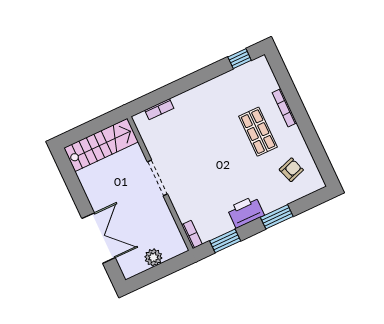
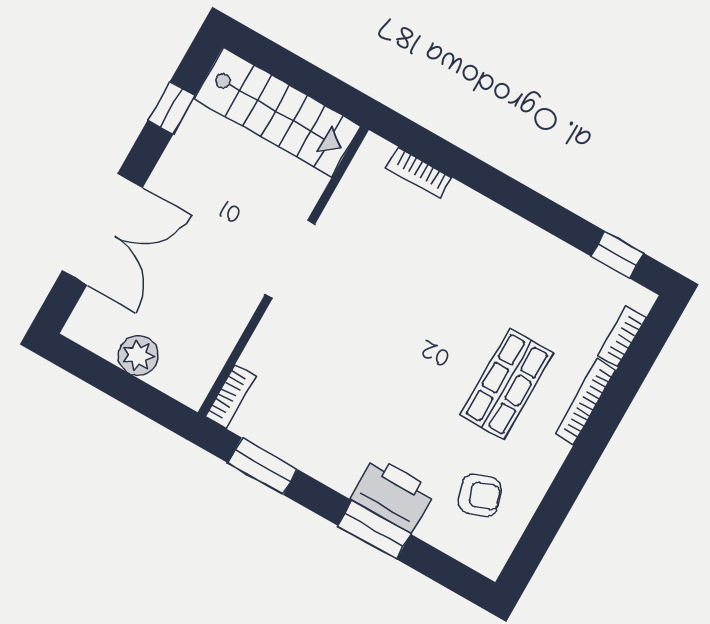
bookcase: (270, 78) -> (622, 337), added
window: (72, 182) -> (171, 108), added
printer: (246, 212) -> (393, 494), moved

